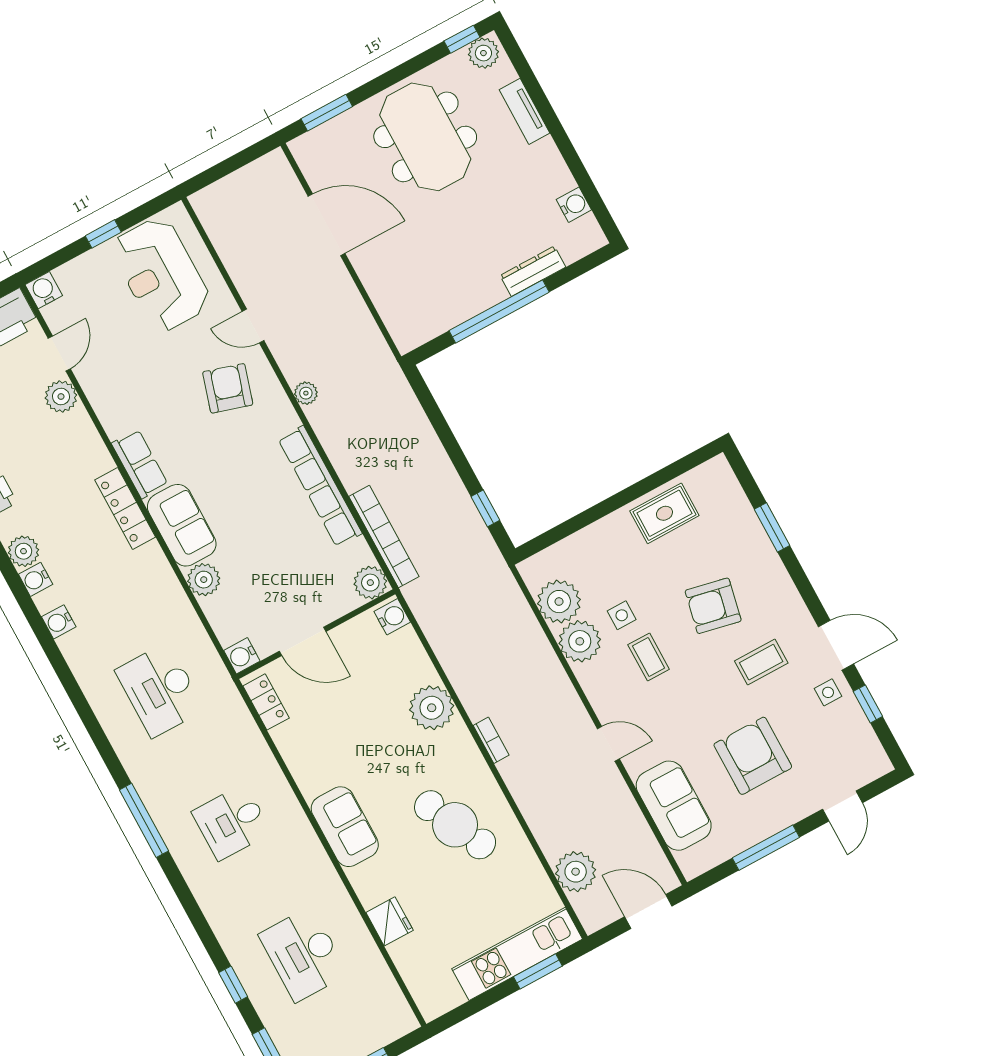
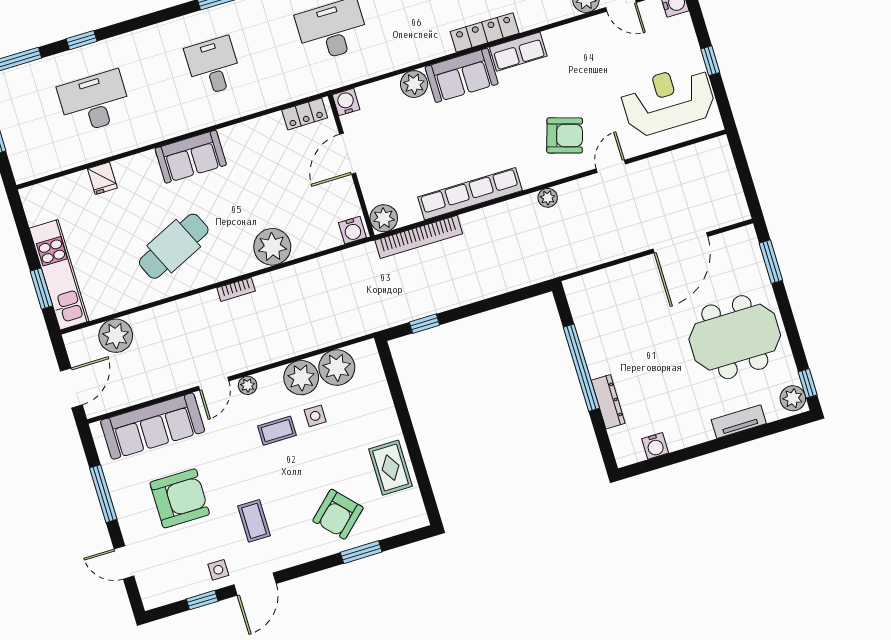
armchair: (713, 606) -> (338, 514), moved, turned -145
plant: (602, 703) -> (248, 385), added
sofa: (674, 806) -> (153, 426), width x1.36
fridge: (390, 921) -> (102, 178), width x0.72

